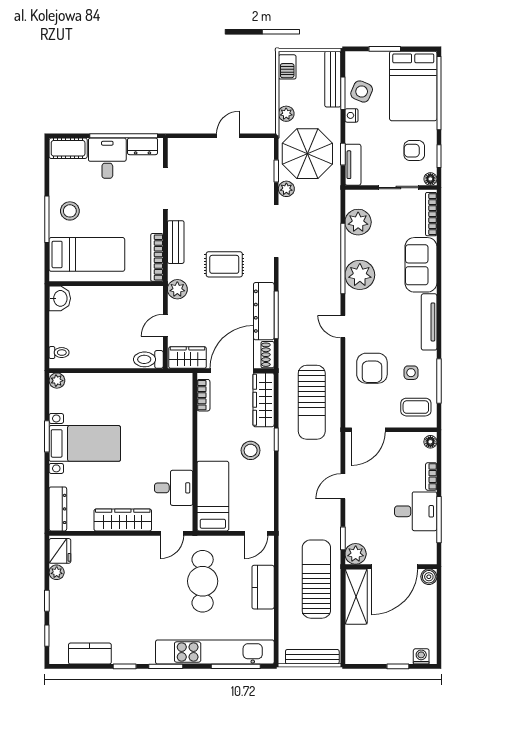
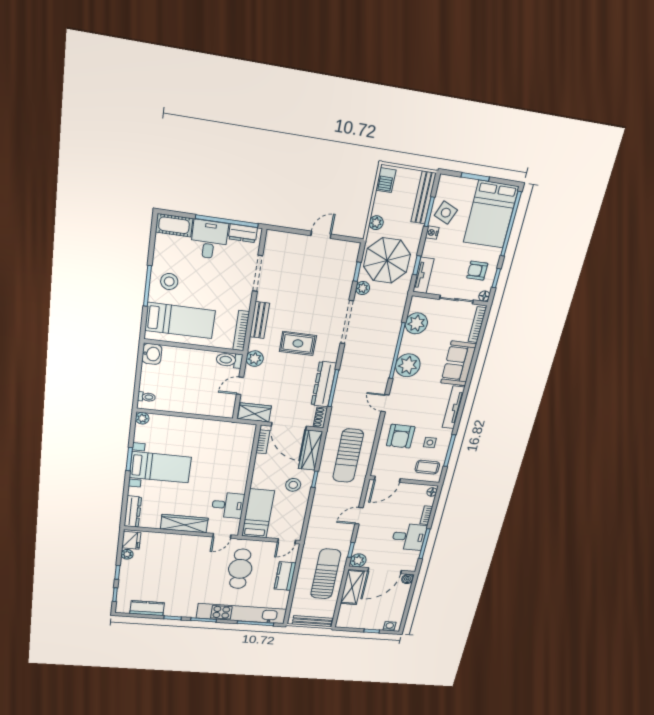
toilet: (148, 359) -> (229, 360), moved
door: (232, 371) -> (289, 426), swing flipped

